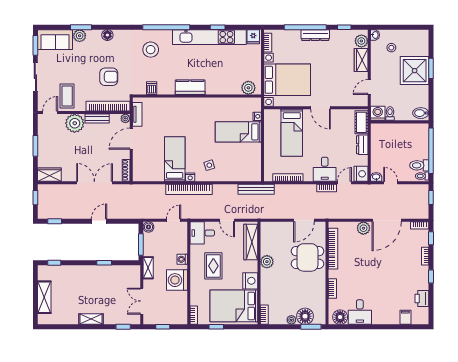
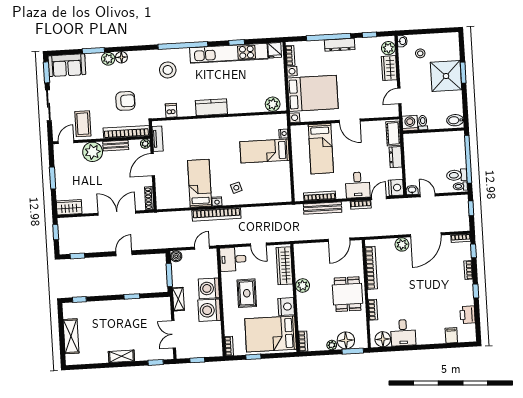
plant: (80, 36) -> (108, 59), moved
bench: (256, 189) -> (323, 208), moved
dining table: (307, 257) -> (348, 294), moved, turned 90
washing machine: (182, 259) -> (209, 288), width x1.89, depth x1.89

